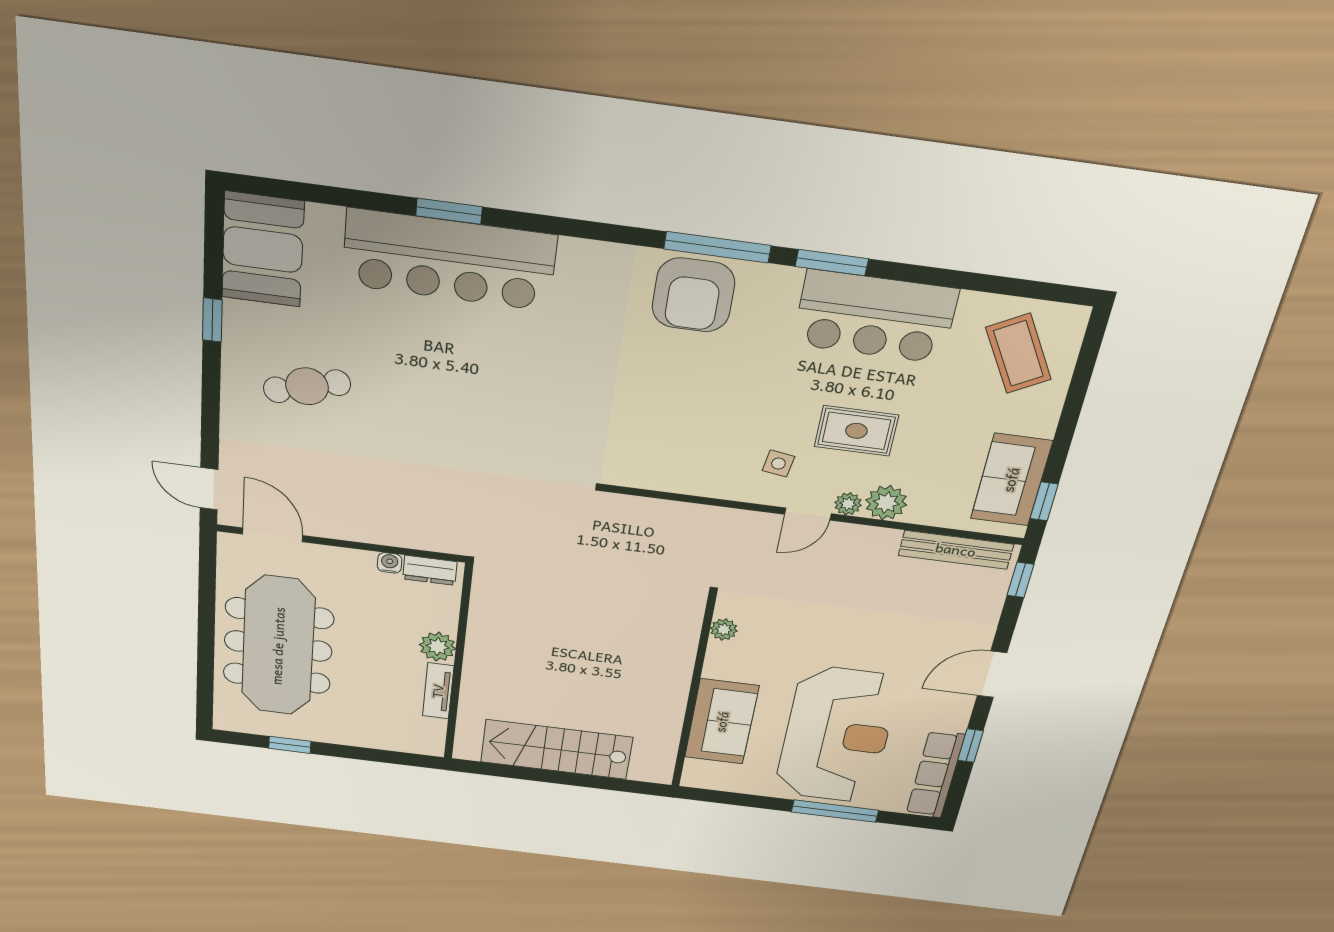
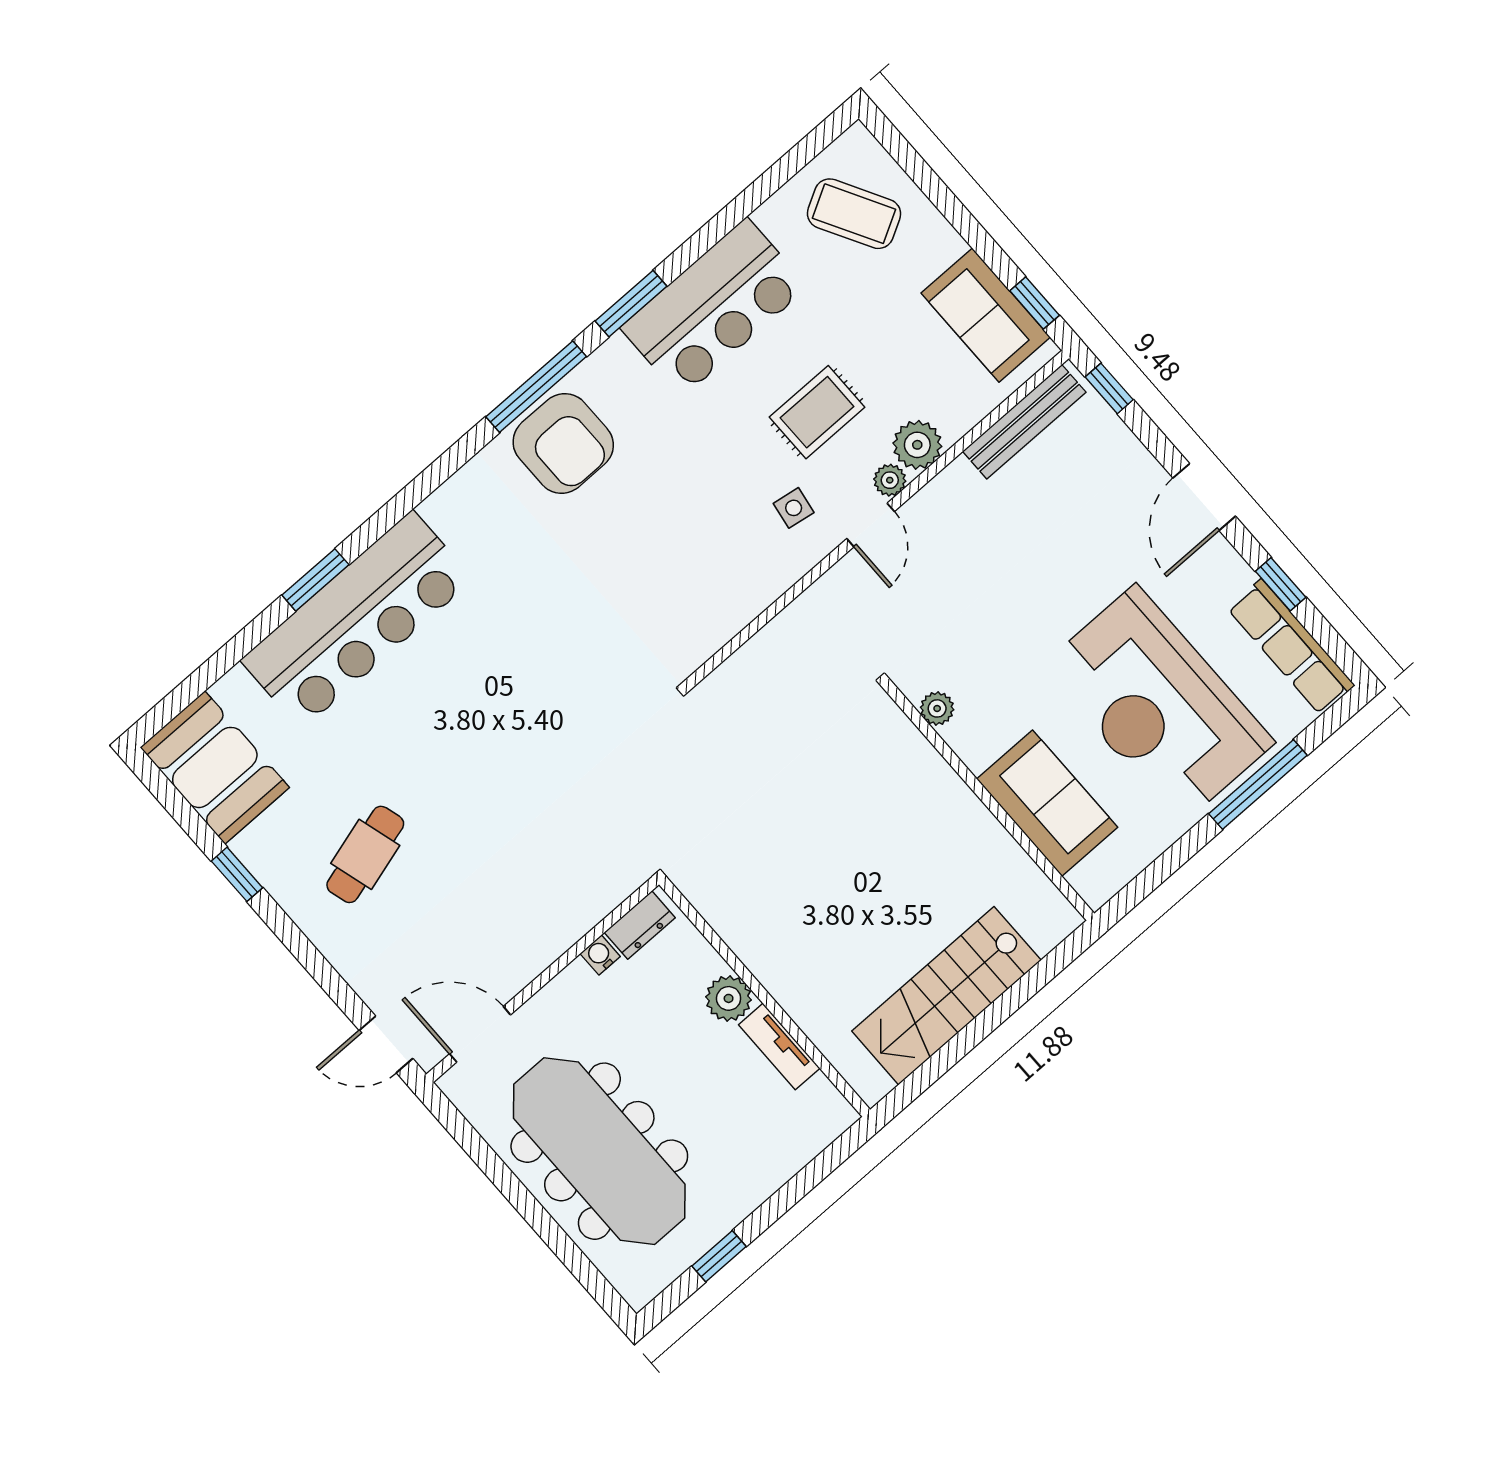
reception desk: (837, 735) -> (1158, 704), turned 180

